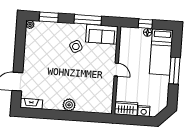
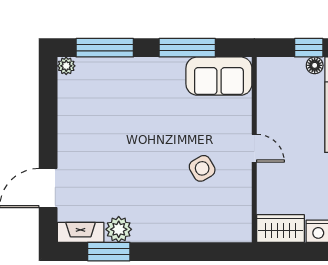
window: (49, 17) -> (105, 48), width x1.44
side table: (76, 46) -> (202, 168), moved
plant: (69, 105) -> (119, 229), moved
window: (44, 114) -> (109, 252), added

